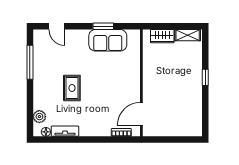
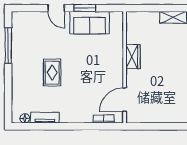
door: (57, 26) -> (56, 8), moved
wardrobe: (162, 36) -> (133, 57), moved, turned -90
plant: (39, 117) -> (18, 102), removed

